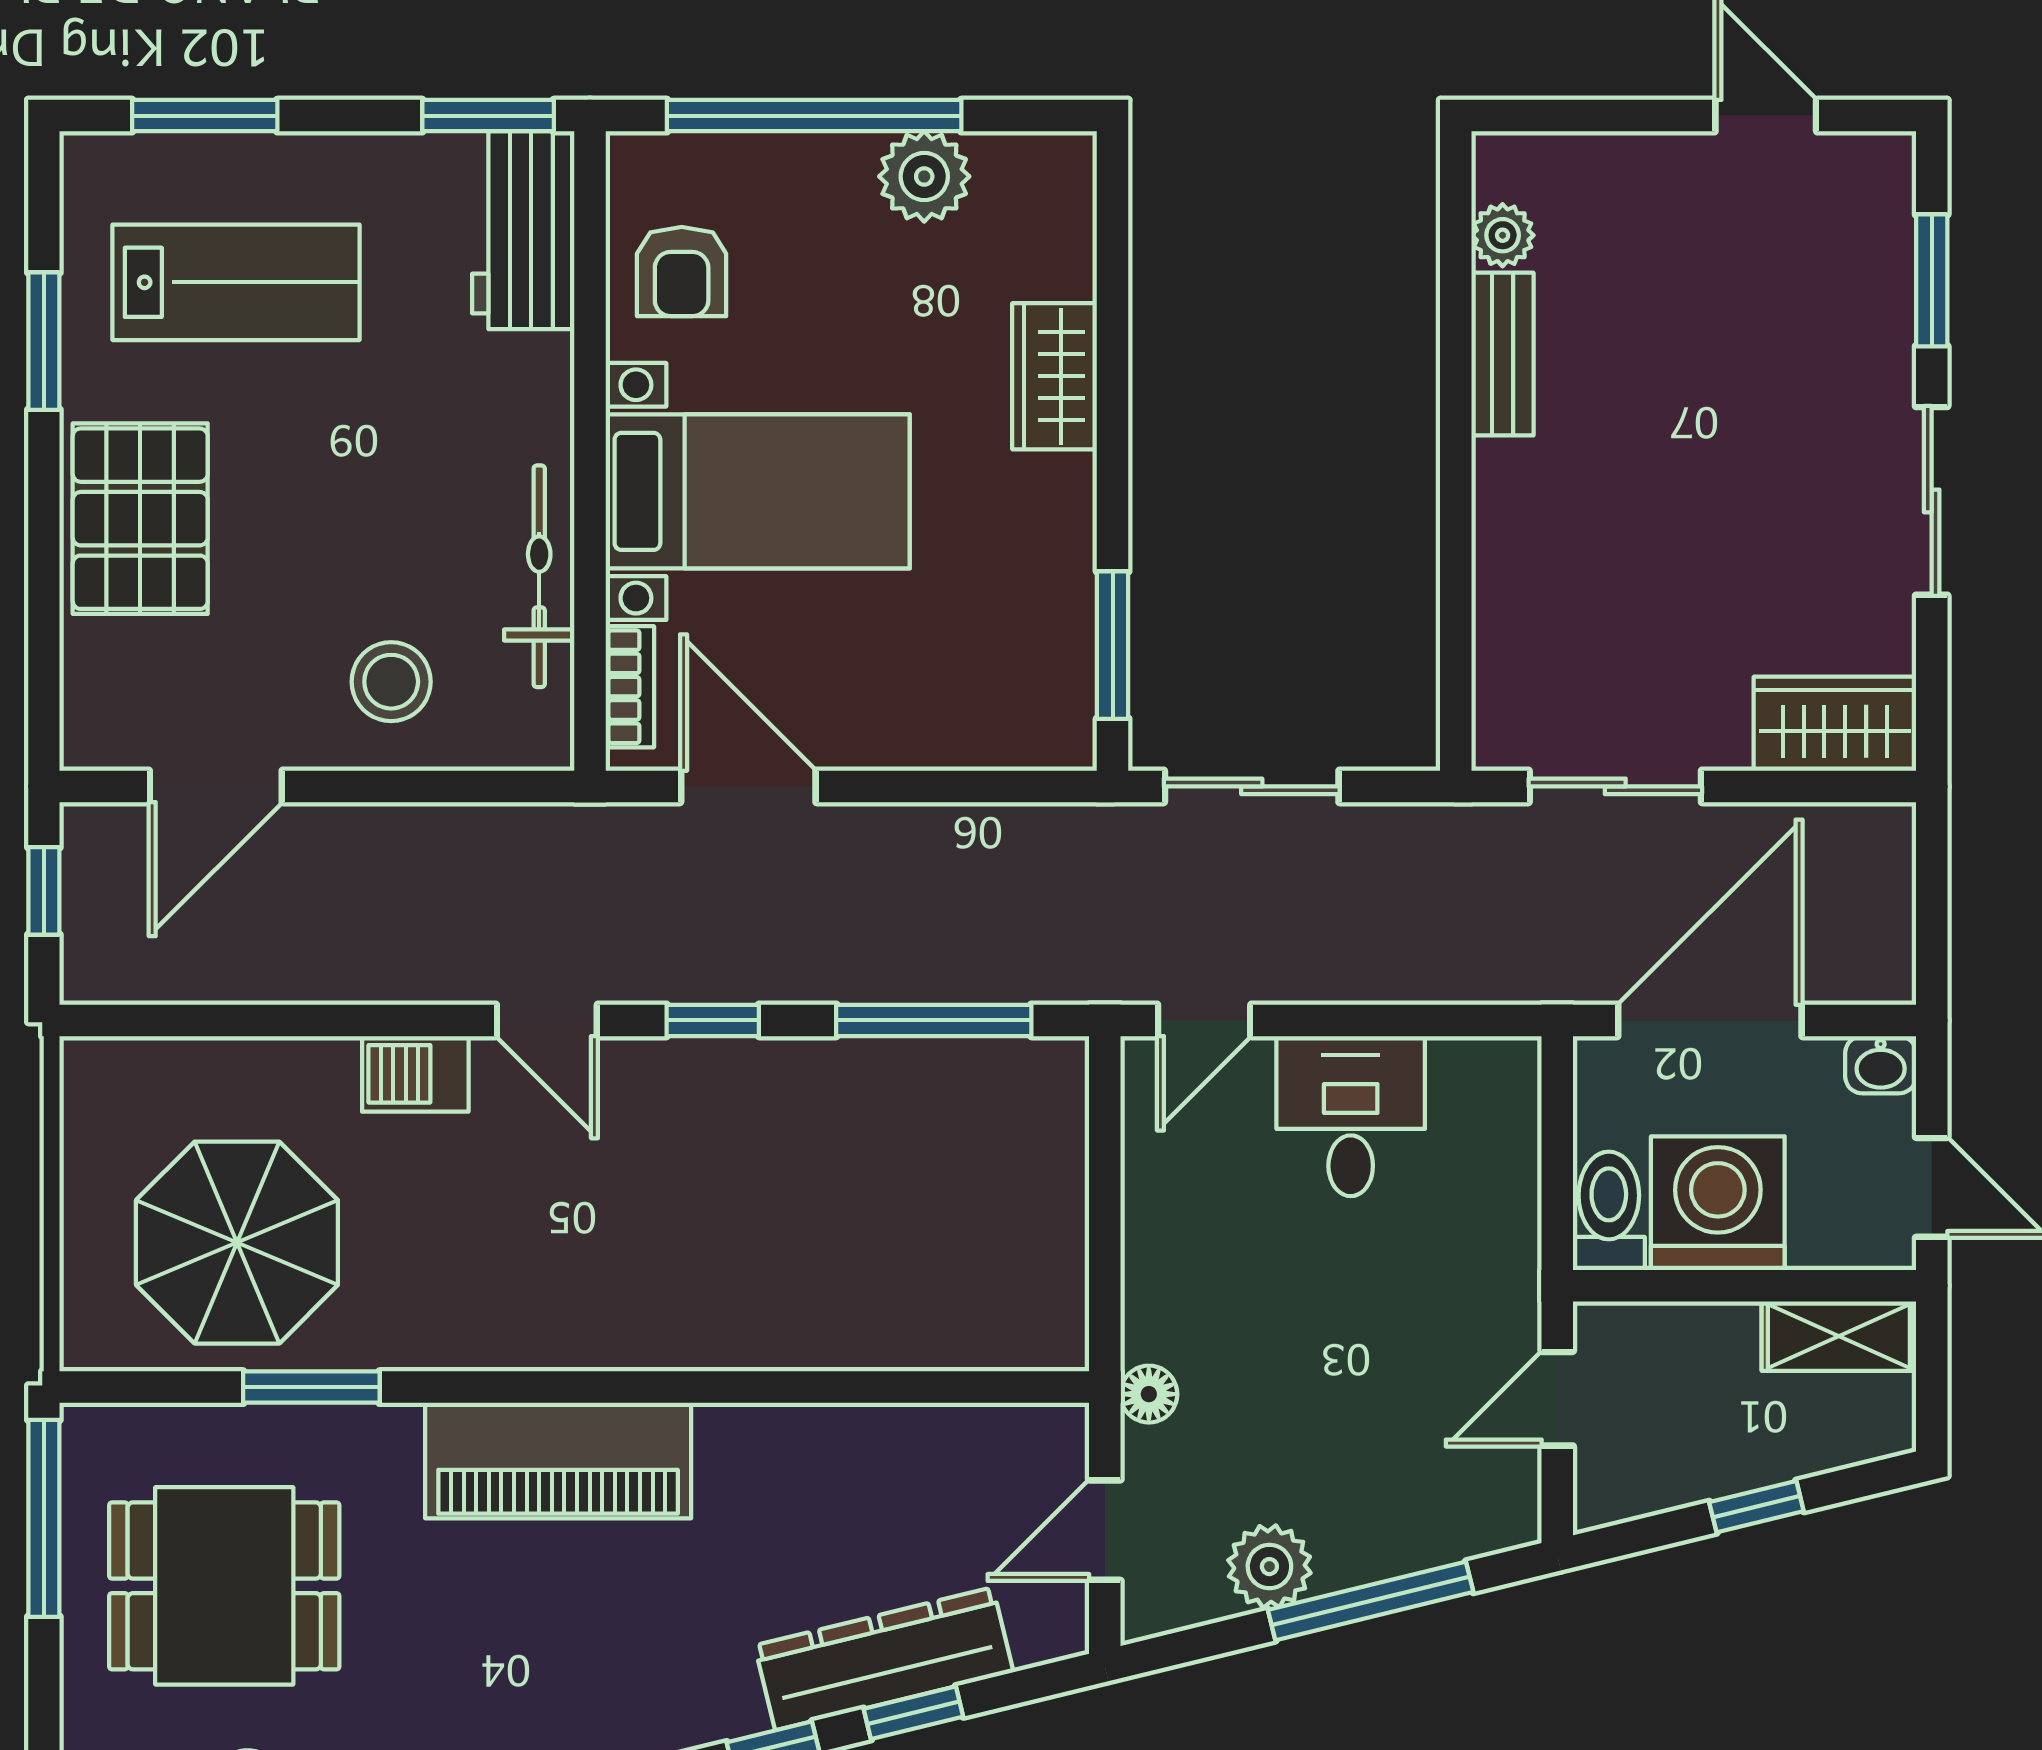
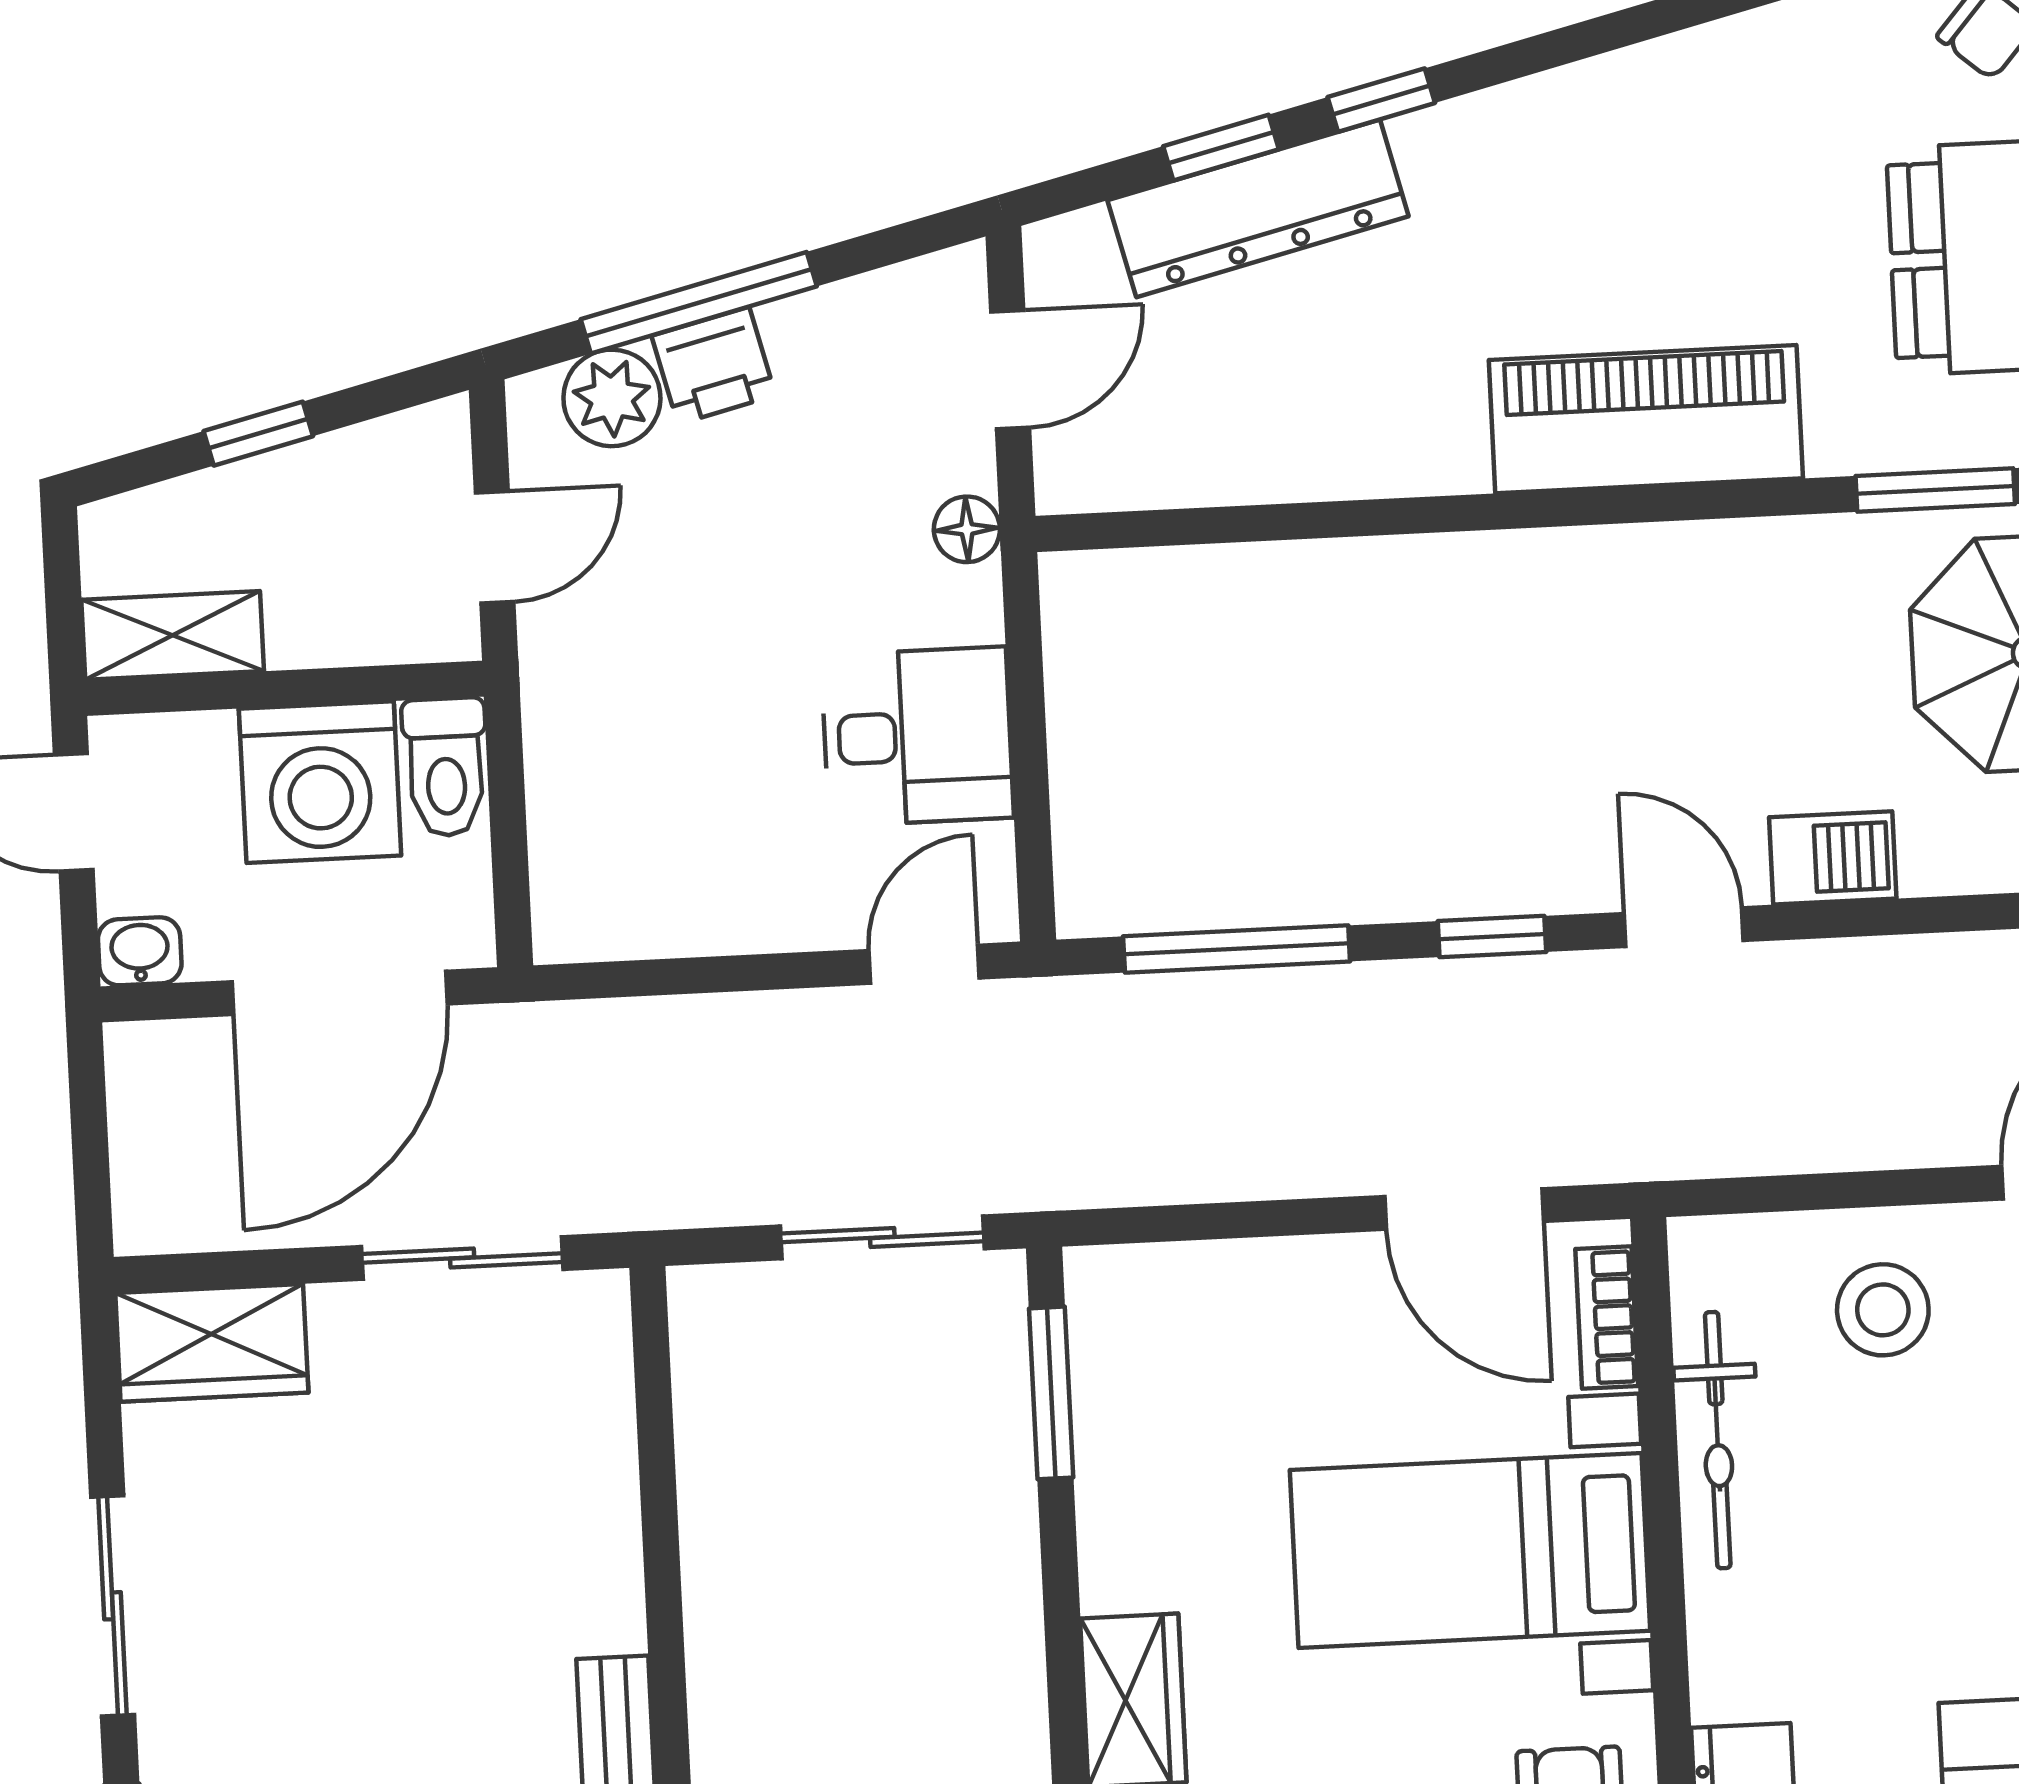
desk: (1351, 1116) -> (917, 736), moved, turned -90
printer: (1361, 1546) -> (714, 366), added
plant: (1269, 1567) -> (612, 398), moved

